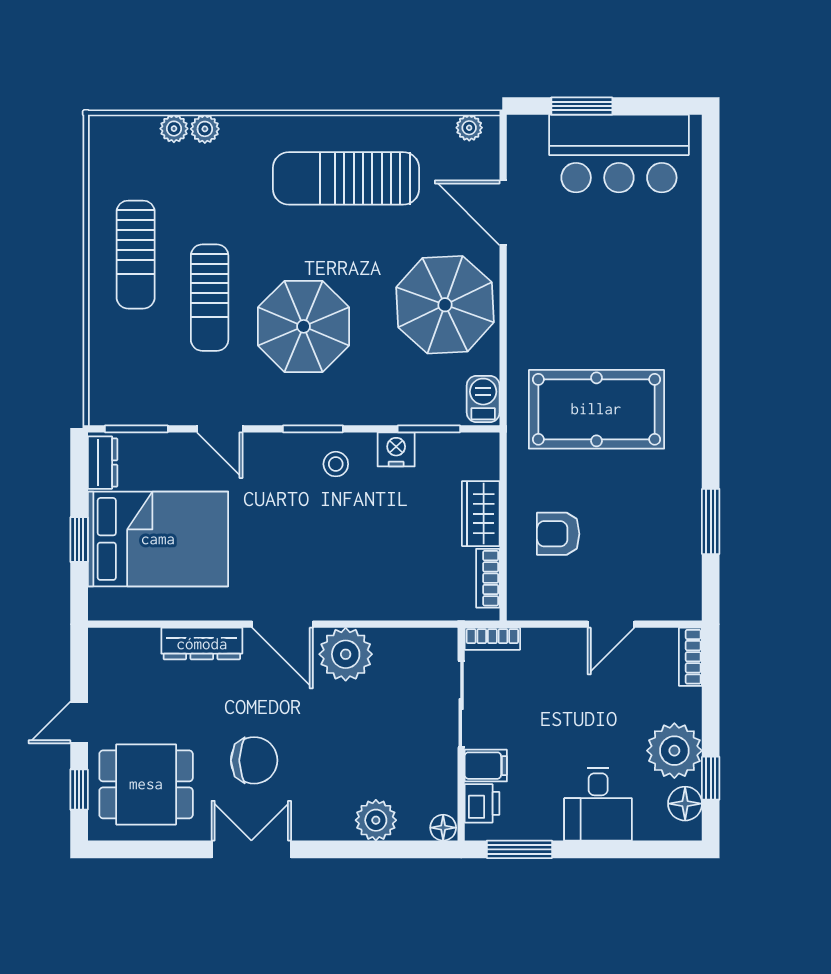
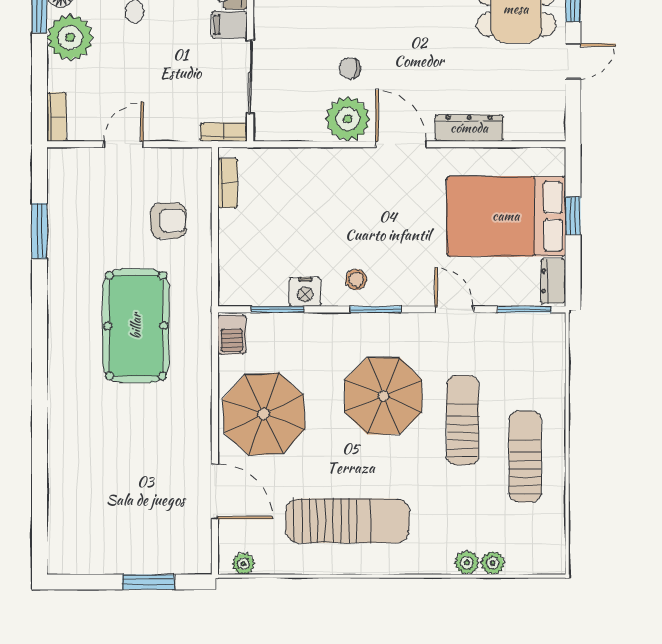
bar counter: (619, 154) -> (117, 542), removed
pool table: (596, 409) -> (136, 326), turned 90
wardrobe: (481, 514) -> (234, 238), removed
chair: (254, 760) -> (350, 68), moved, width x0.54, depth x0.54

